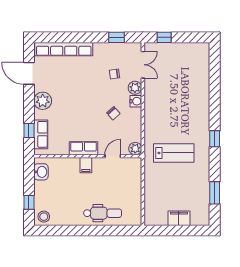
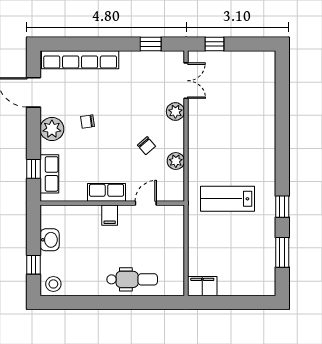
chair: (114, 74) -> (88, 121), moved
water cooler: (136, 101) -> (177, 130), removed
window: (215, 139) -> (282, 207), moved
plant: (135, 149) -> (176, 161), moved
lab bench: (174, 153) -> (227, 199), turned 180
washbasin: (41, 172) -> (50, 240), moved
filing cabinet: (179, 218) -> (202, 286), moved

